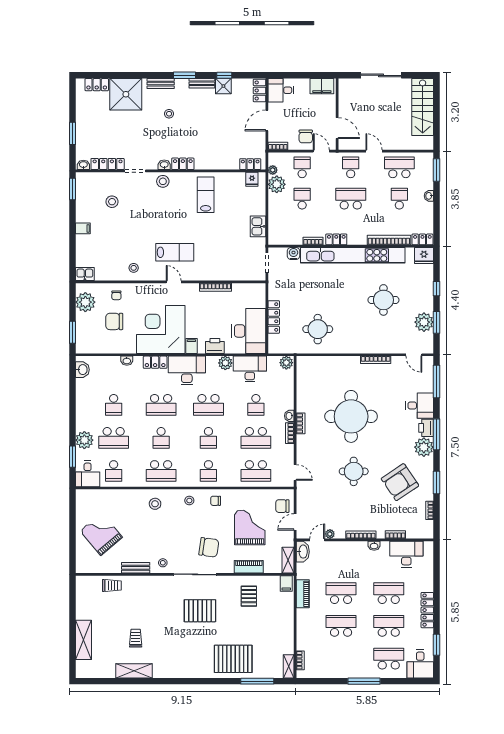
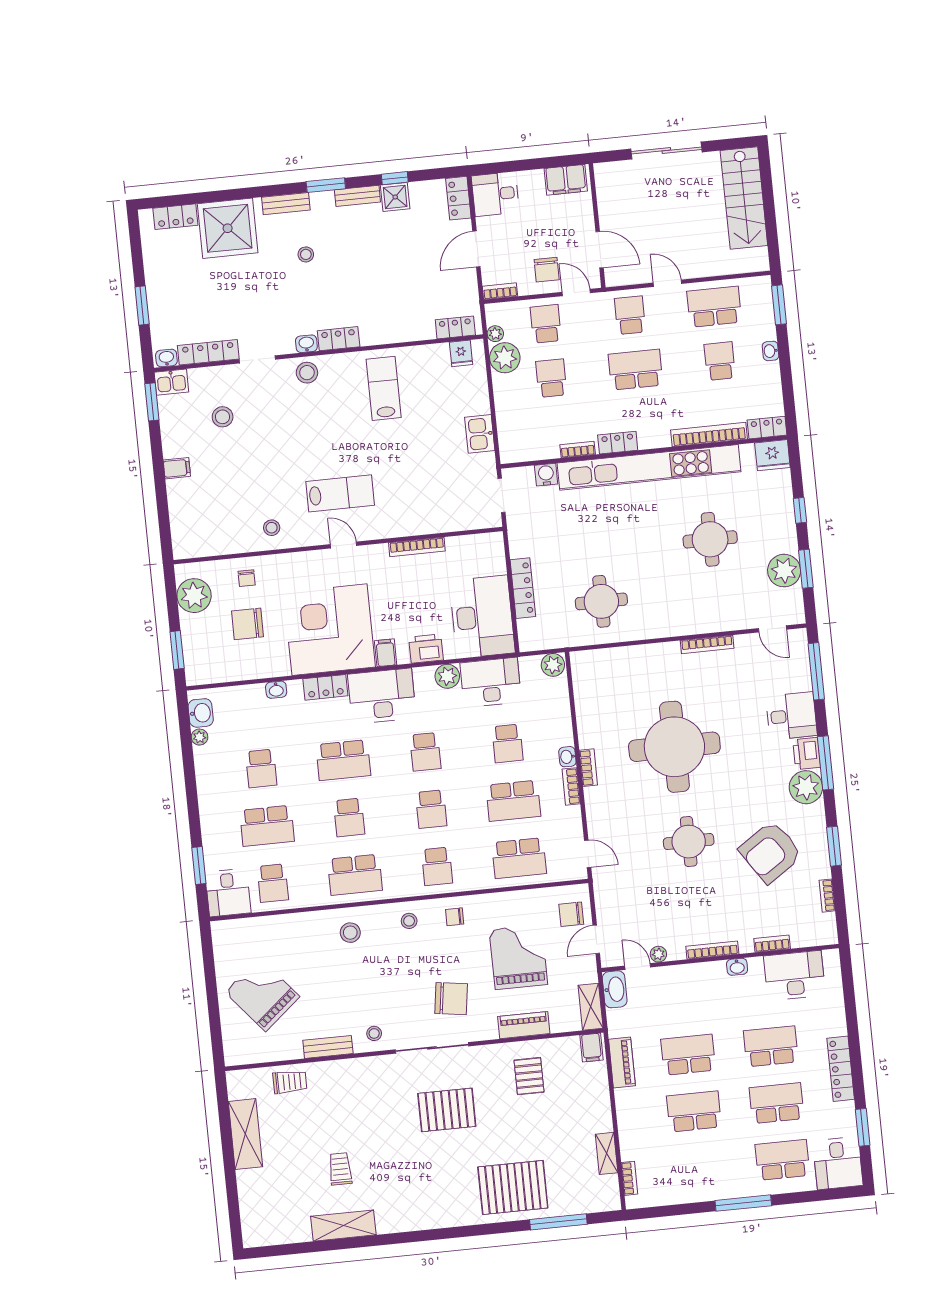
kitchen sink: (85, 274) -> (171, 382), moved, turned 180
school desk: (208, 405) -> (425, 752), width x0.54
plant: (84, 440) -> (200, 737), moved, width x0.53, depth x0.53
door: (317, 540) -> (638, 966), hinge flipped
shelving: (83, 640) -> (245, 1134), moved
shelving: (289, 666) -> (607, 1153), moved

